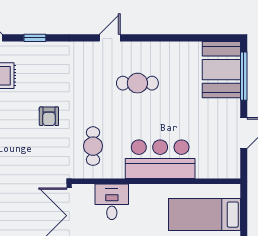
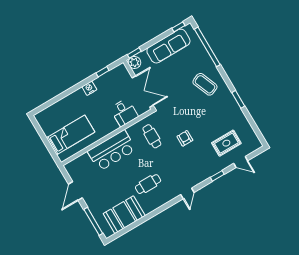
door: (110, 38) -> (187, 194), moved
booth: (221, 70) -> (124, 215), moved, turned 90

